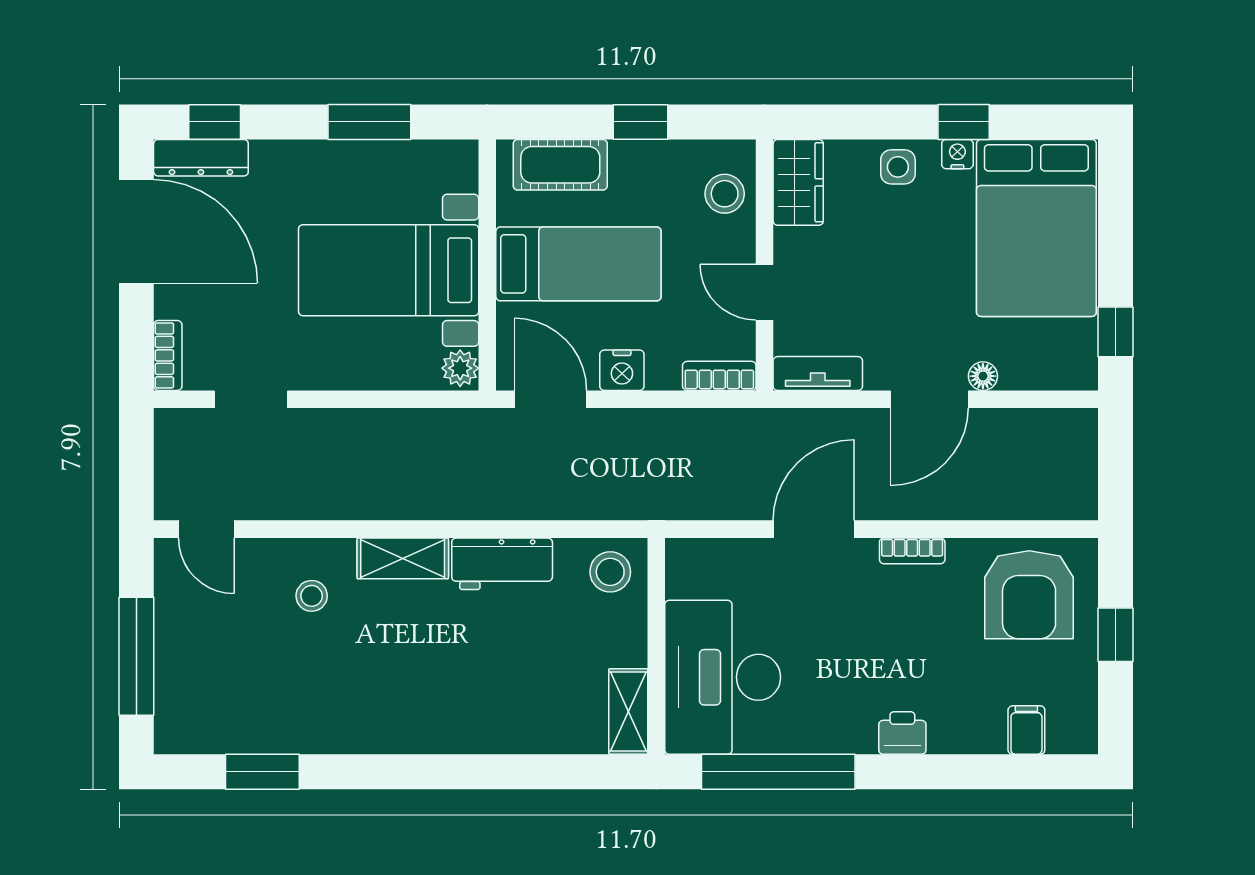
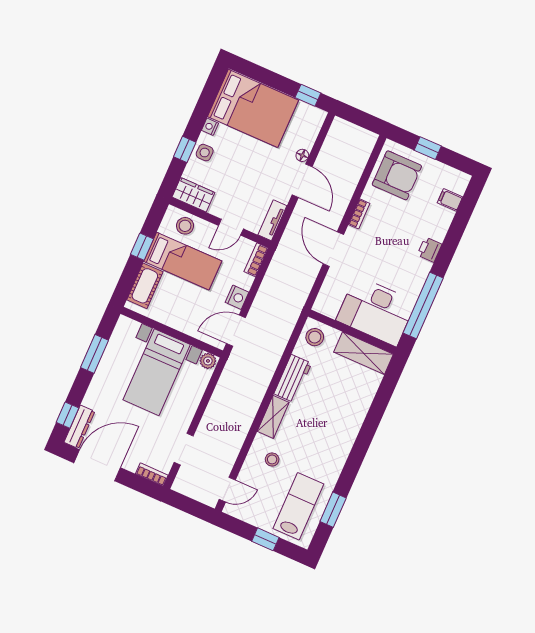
window: (964, 122) -> (185, 149), moved
bed: (578, 264) -> (183, 261), moved, turned 90
window: (136, 656) -> (265, 539), width x0.46
lab bench: (237, 695) -> (298, 506), added
shelving: (628, 712) -> (364, 353), width x1.50, depth x1.33

